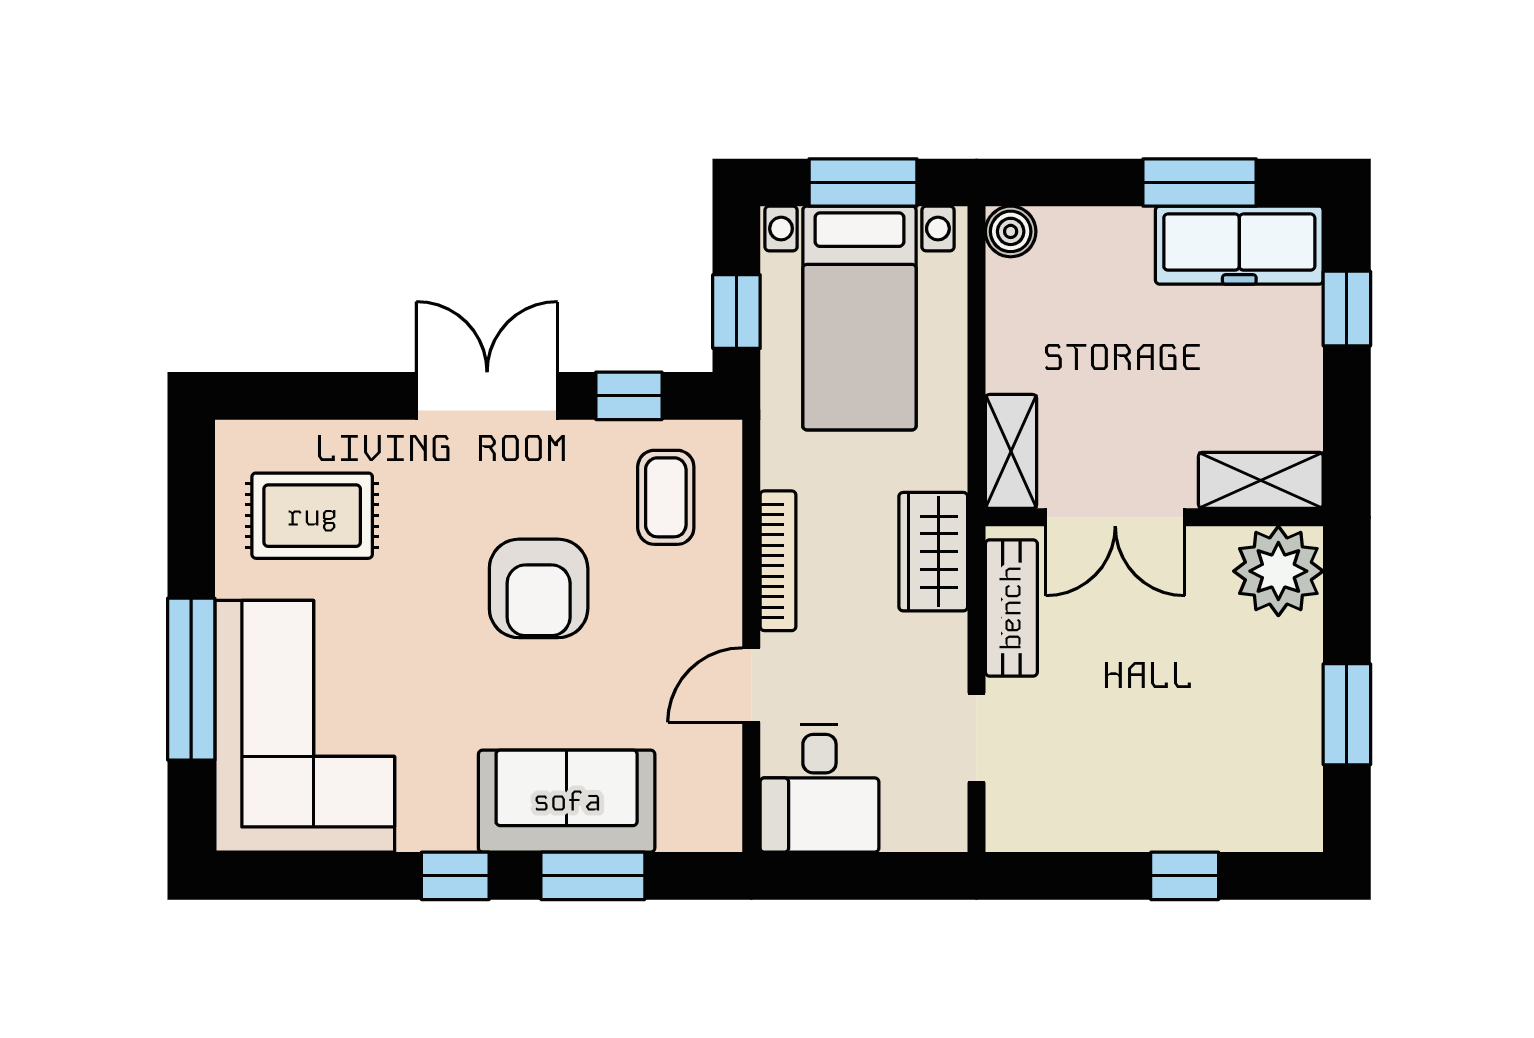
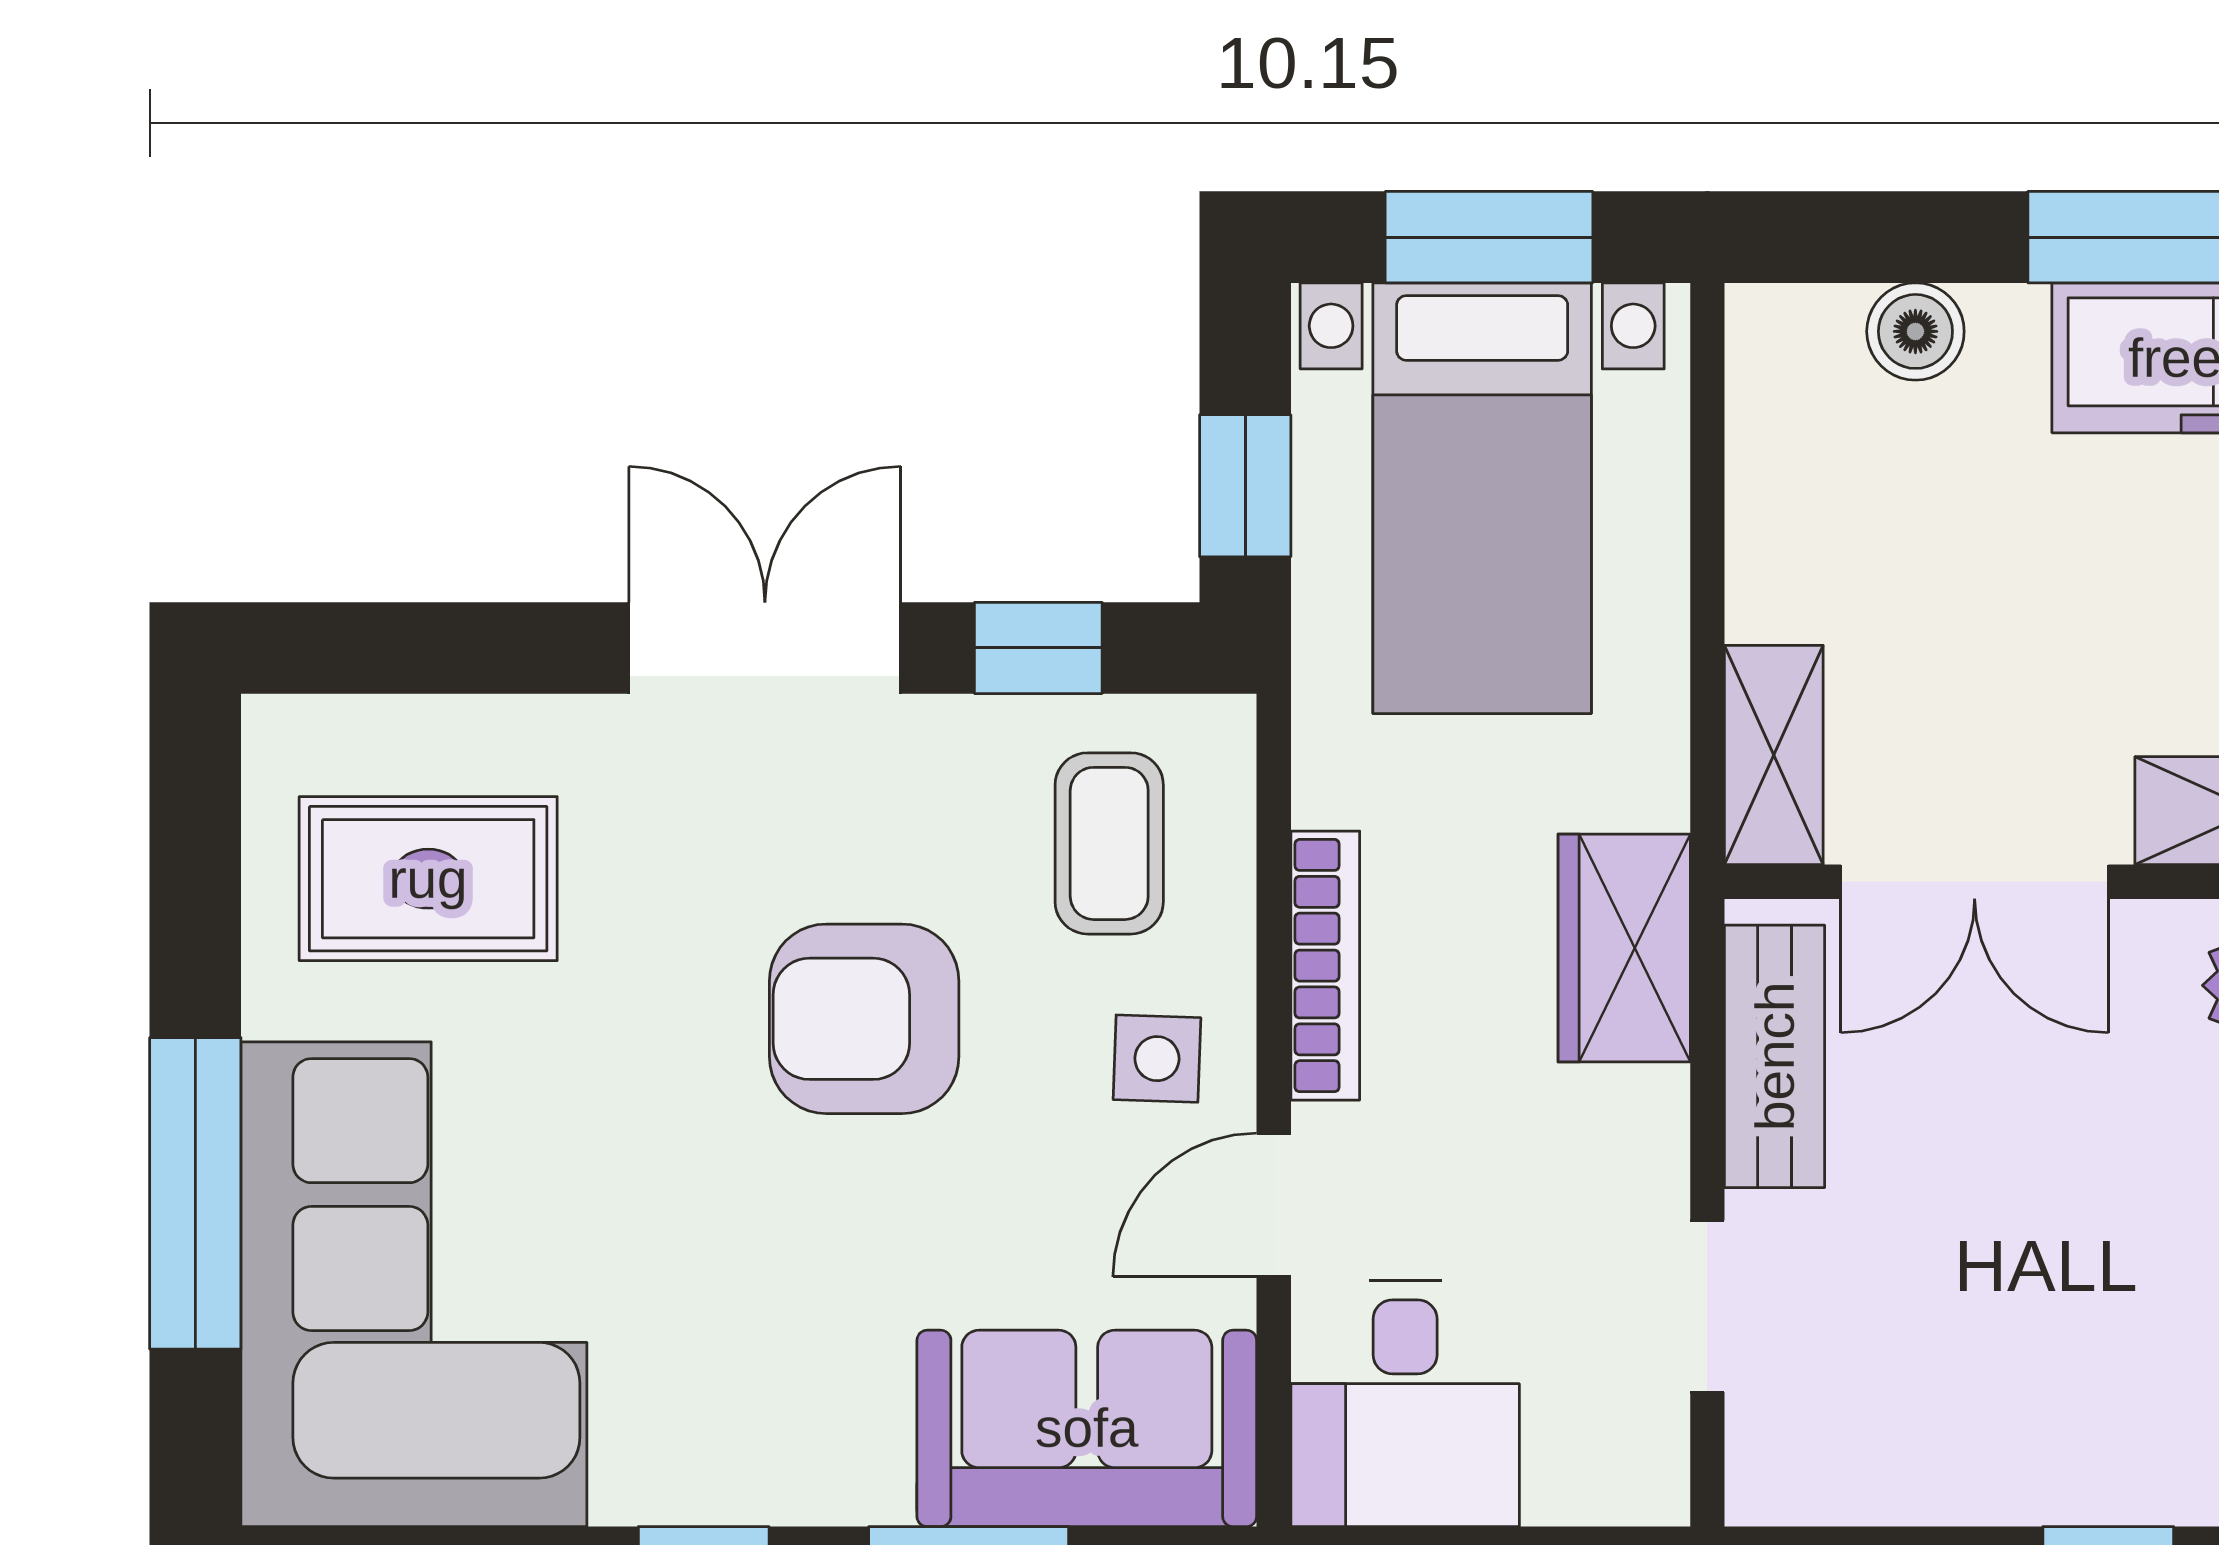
boiler: (1011, 231) -> (1915, 331), moved
armchair: (539, 588) -> (864, 1019), turned 90
side table: (691, 609) -> (1157, 1059), added
sofa: (567, 801) -> (1087, 1428), moved

